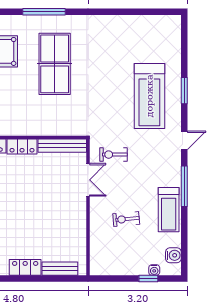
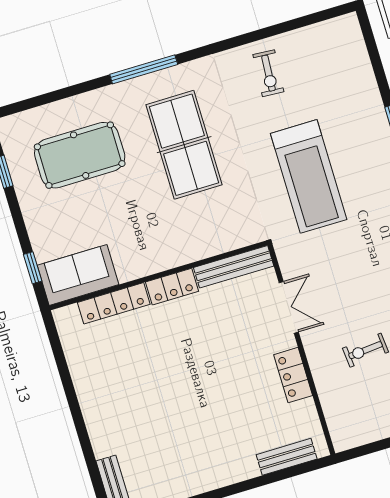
treadmill: (149, 96) -> (309, 176), moved
exercise bike: (114, 155) -> (268, 73), moved, turned -86
locker: (25, 267) -> (293, 375), moved, turned -90

